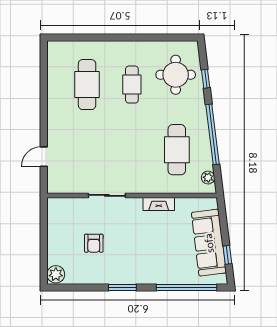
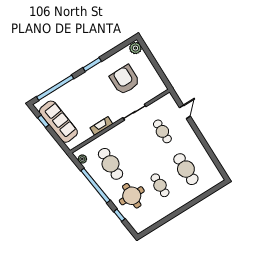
round table: (176, 75) -> (132, 196), moved
cafe table: (87, 150) -> (162, 131), added
armchair: (94, 243) -> (125, 80), width x1.88, depth x1.88

